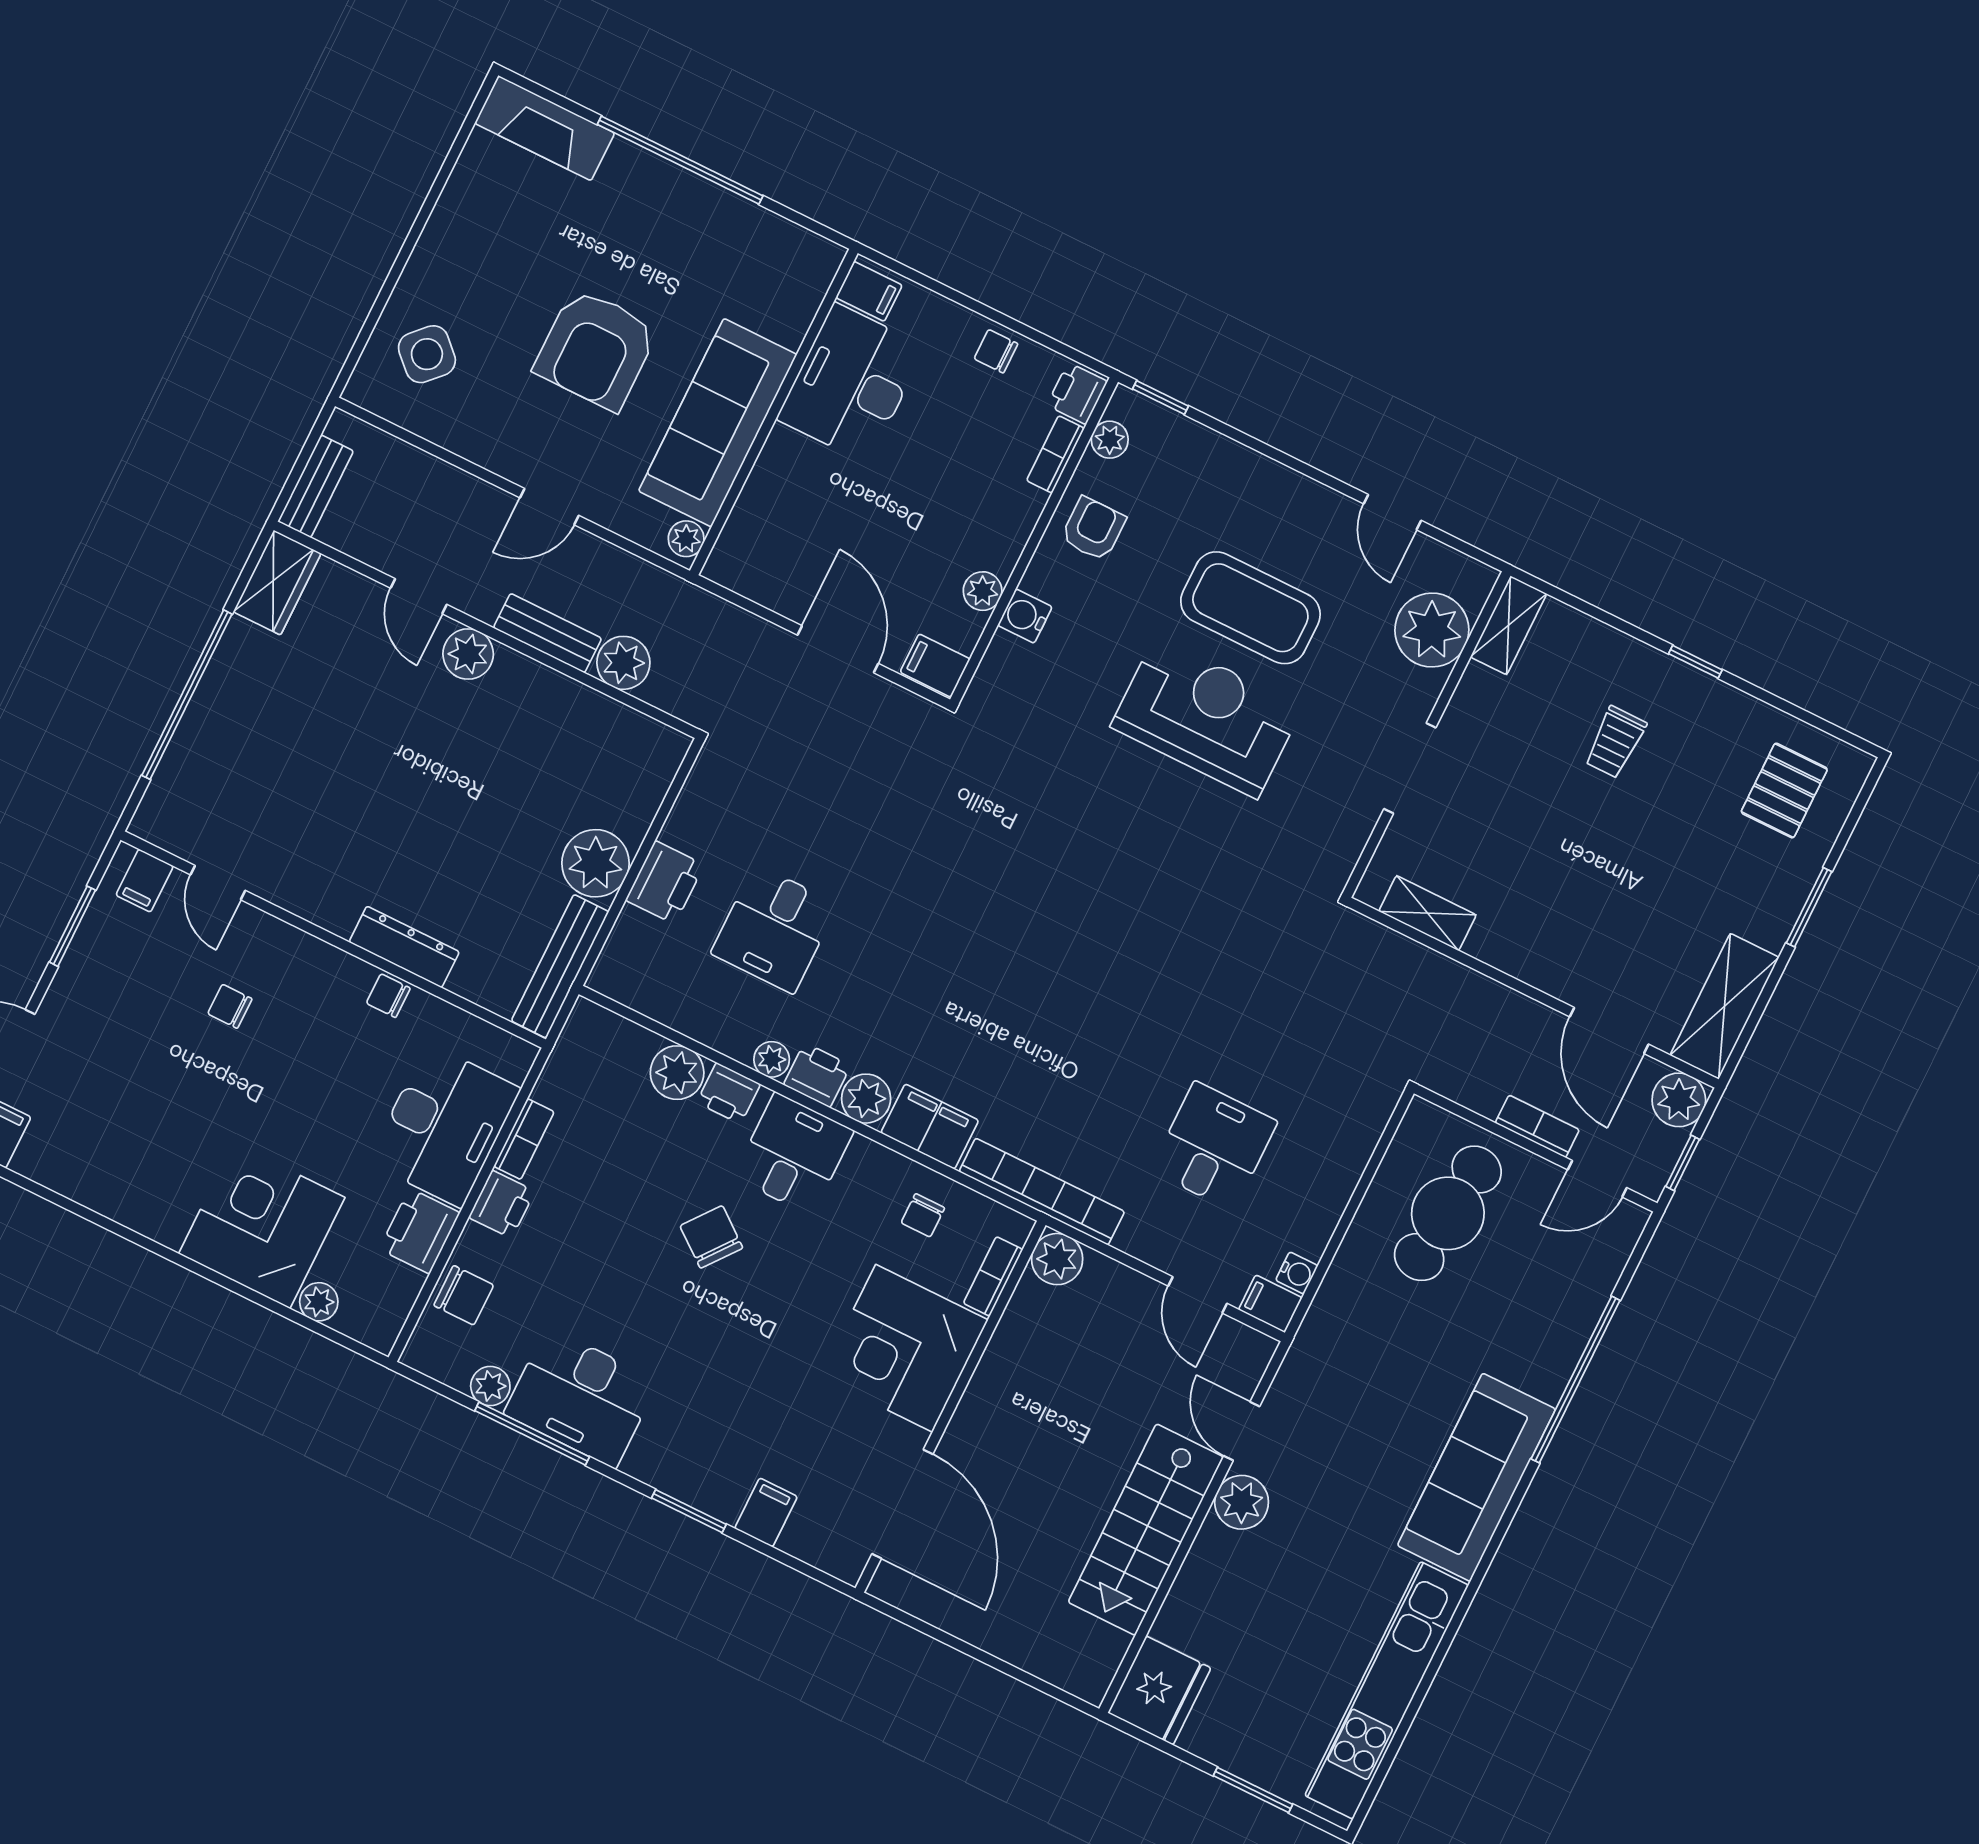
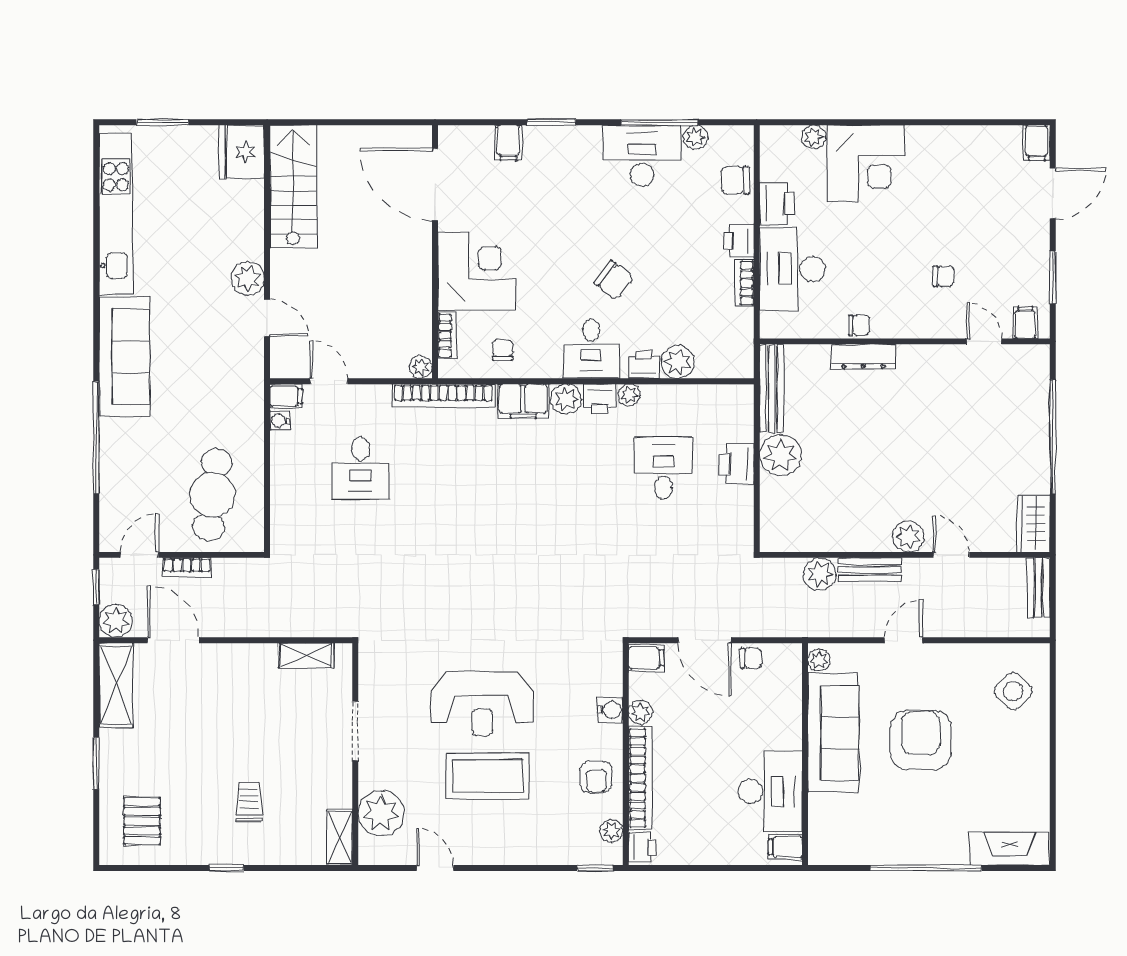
chair: (996, 351) -> (751, 658), moved
bookcase: (1055, 454) -> (640, 778), width x2.31, depth x1.31
plant: (1057, 1259) -> (421, 367), width x0.73, depth x0.73
stairs: (1146, 1530) -> (293, 187), moved

